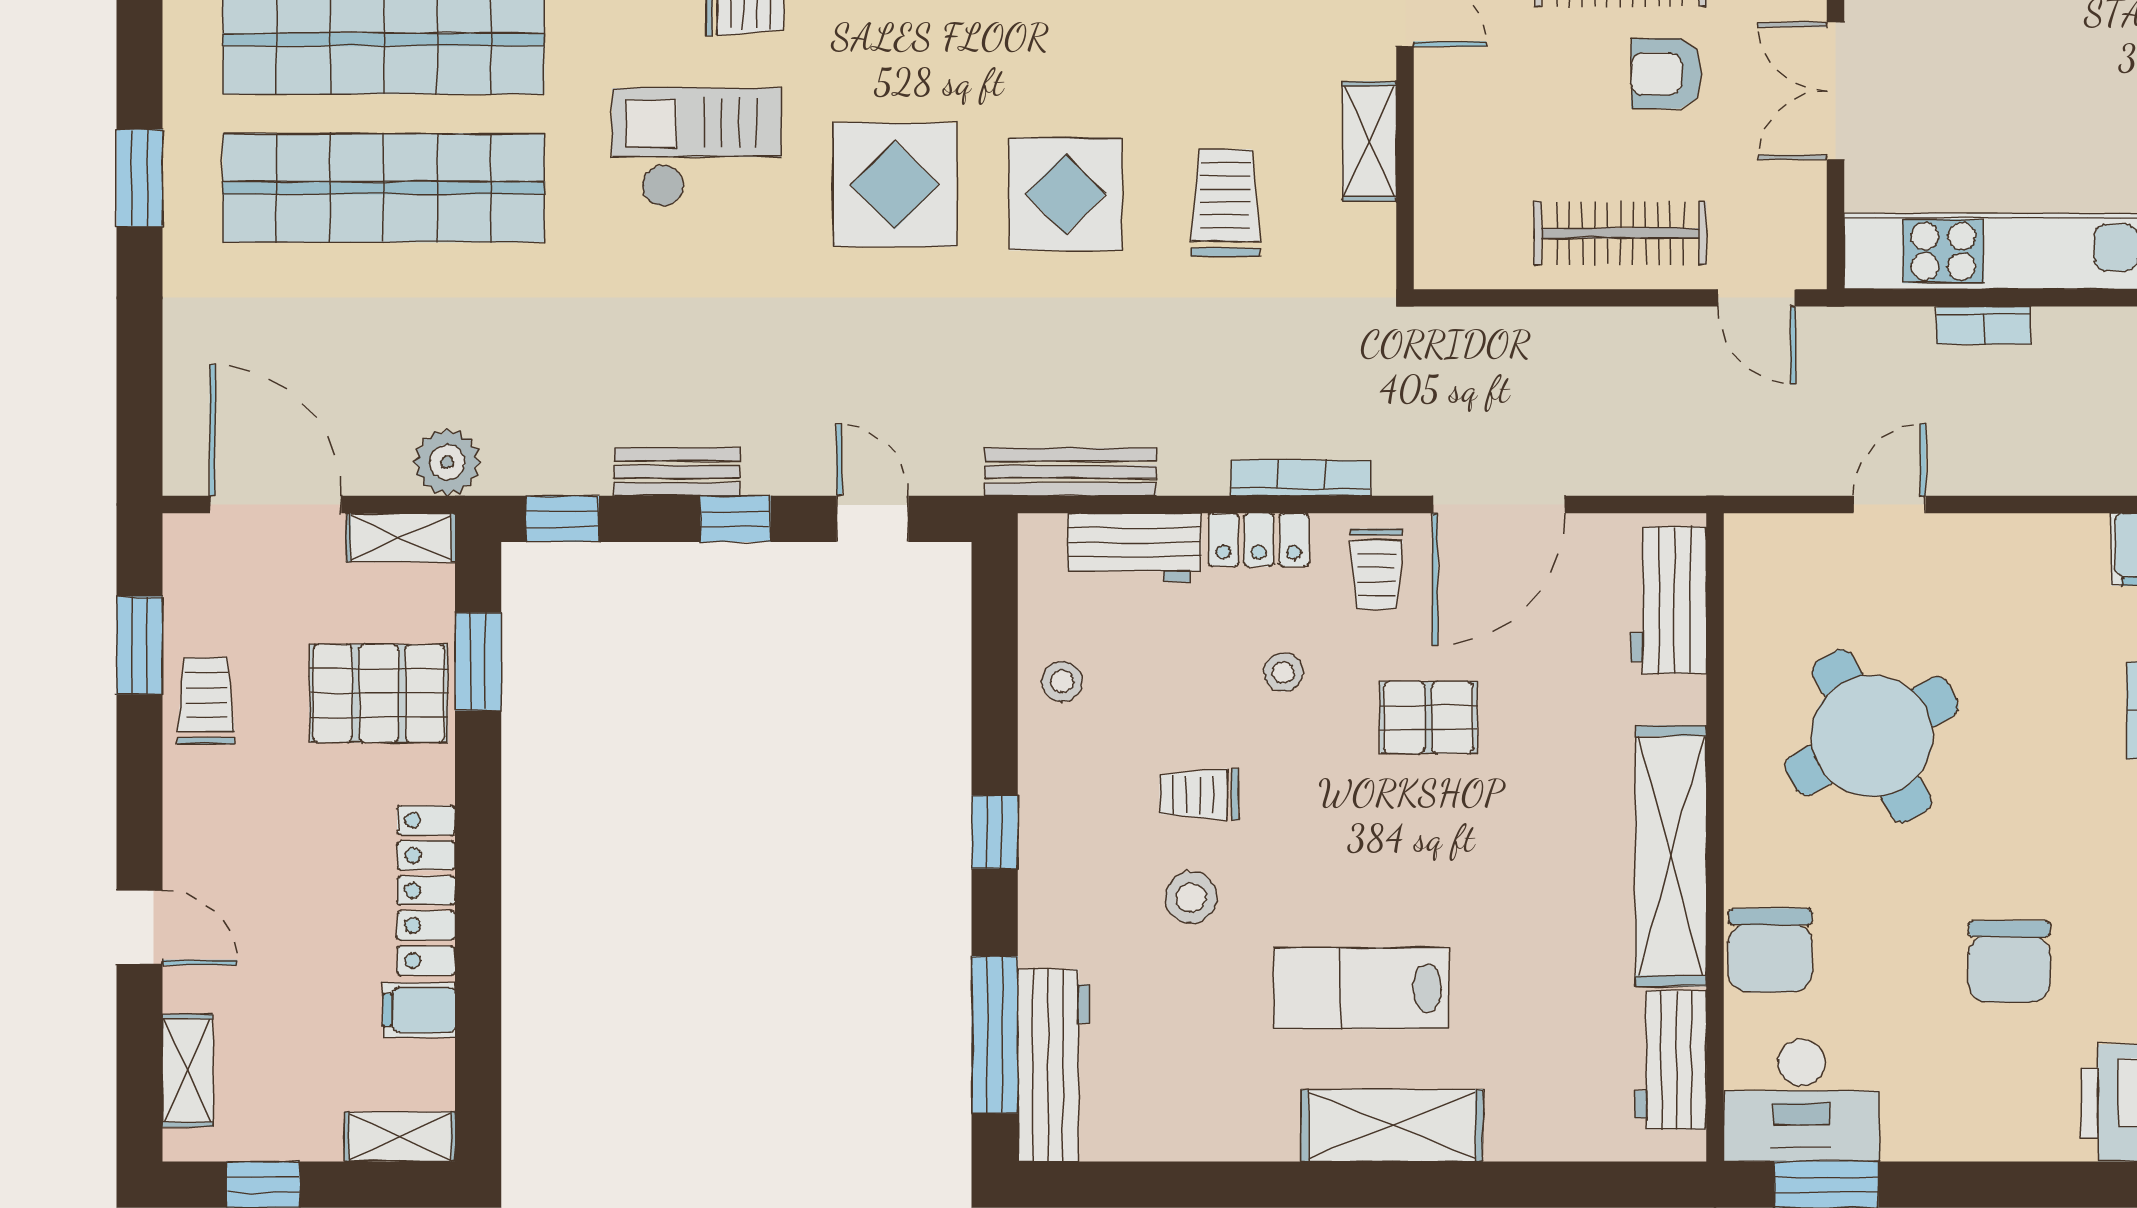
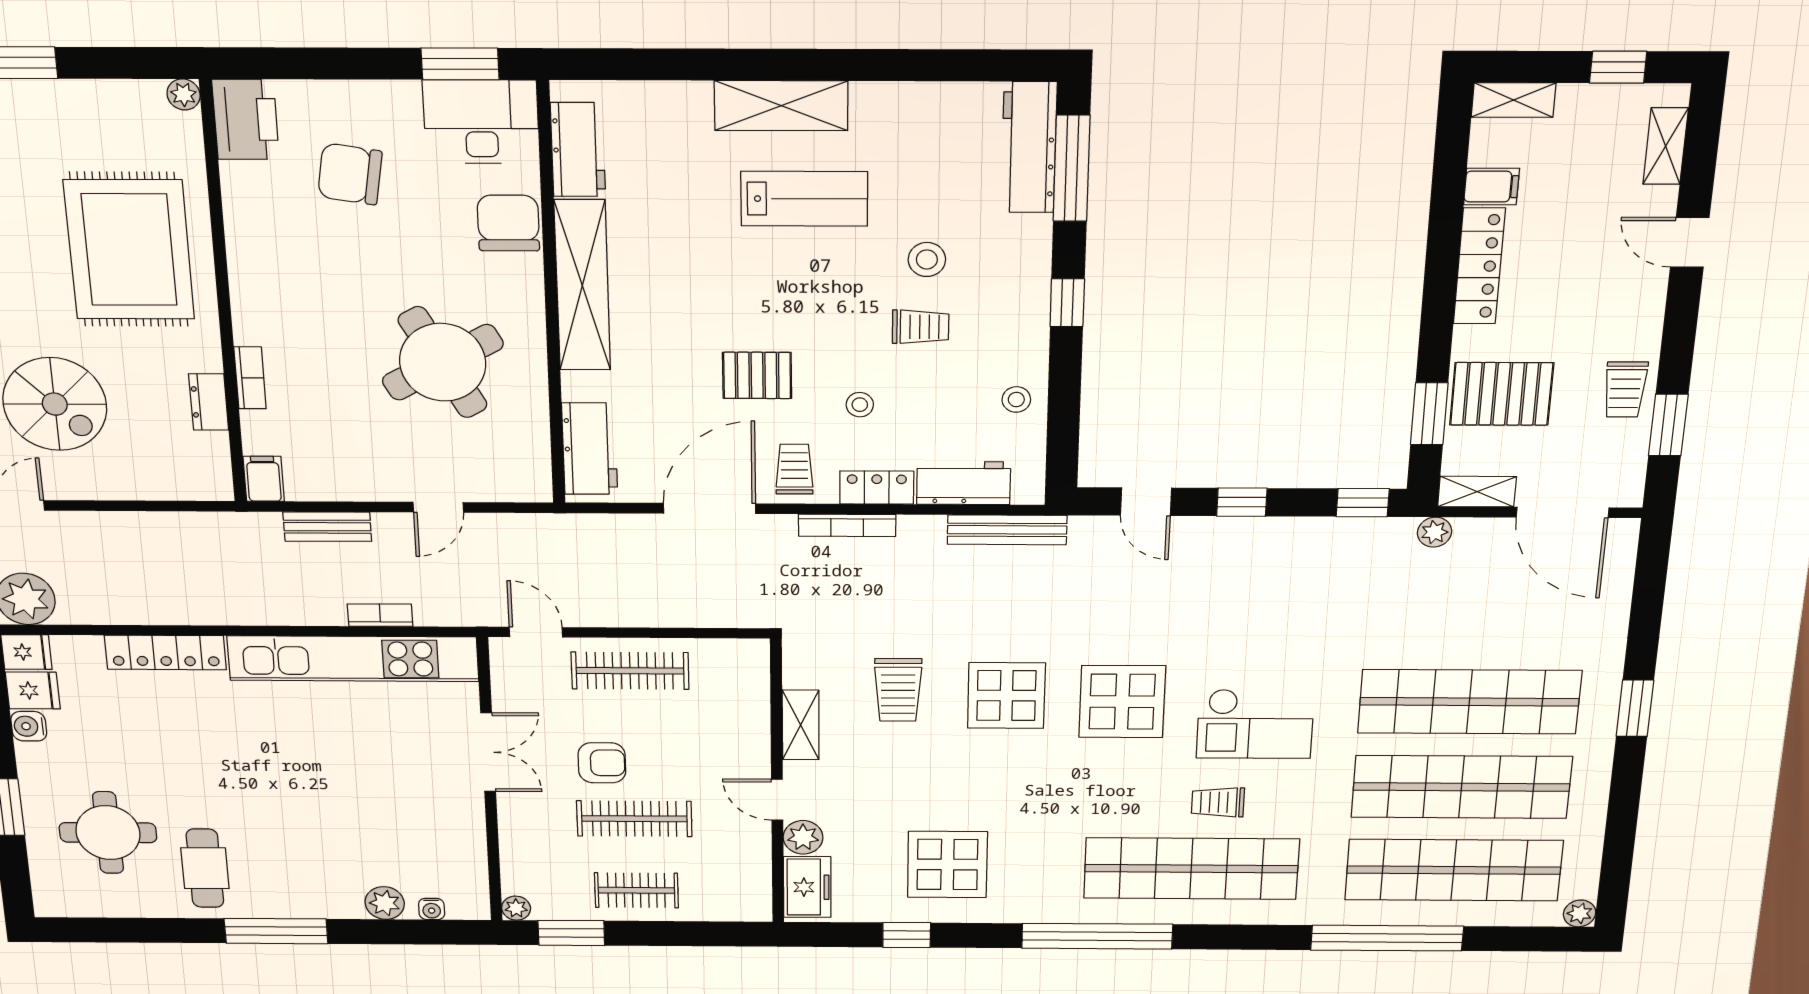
plant: (447, 462) -> (1435, 532), width x0.73, depth x0.73
bench: (677, 472) -> (327, 527), moved
chair: (2009, 961) -> (350, 174), moved, turned -81

